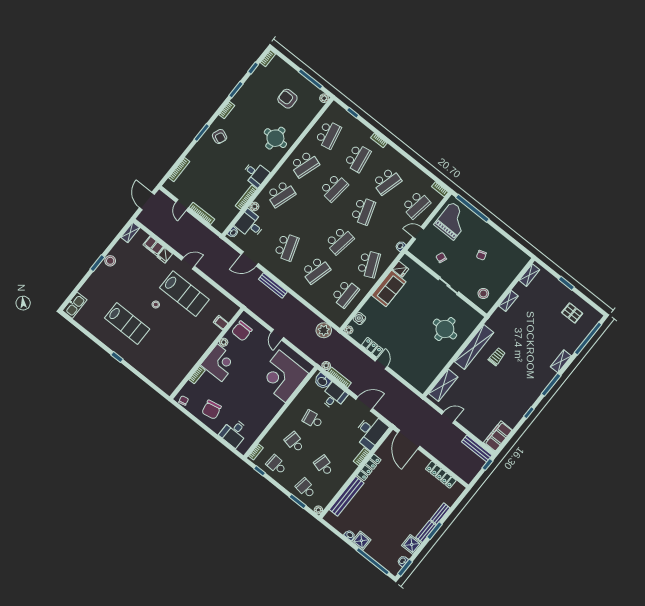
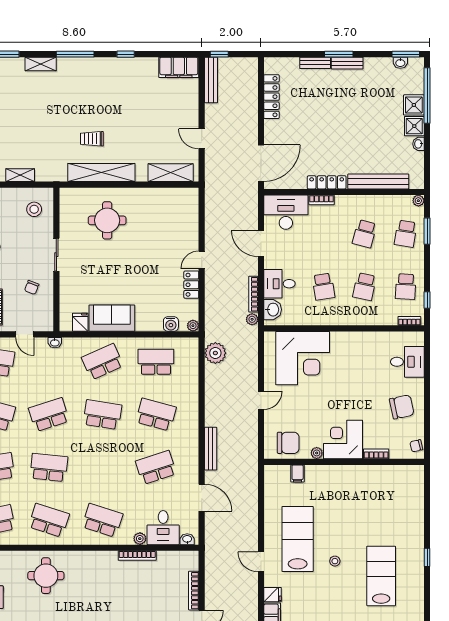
desk: (255, 174) -> (103, 566), removed
shower: (412, 545) -> (414, 105), moved

